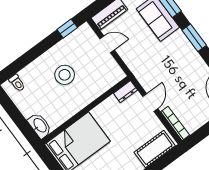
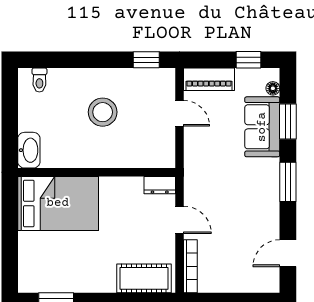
door: (150, 103) -> (179, 220), hinge flipped

